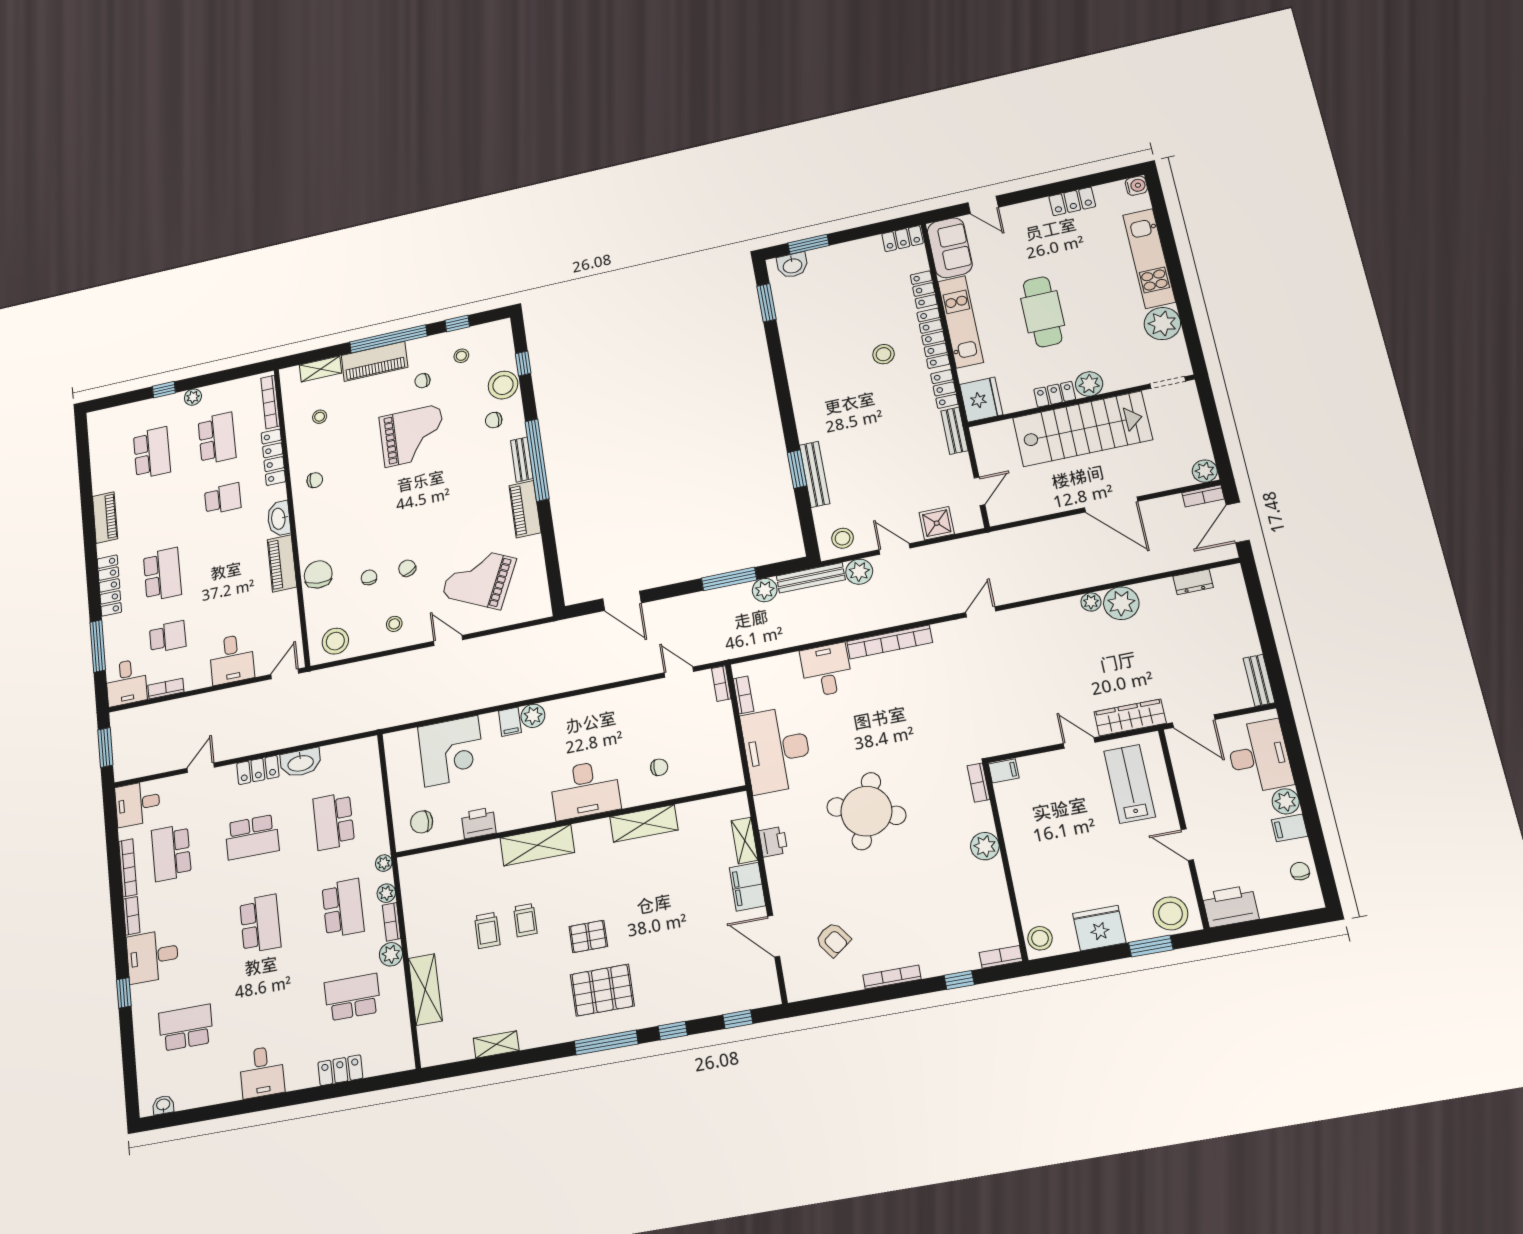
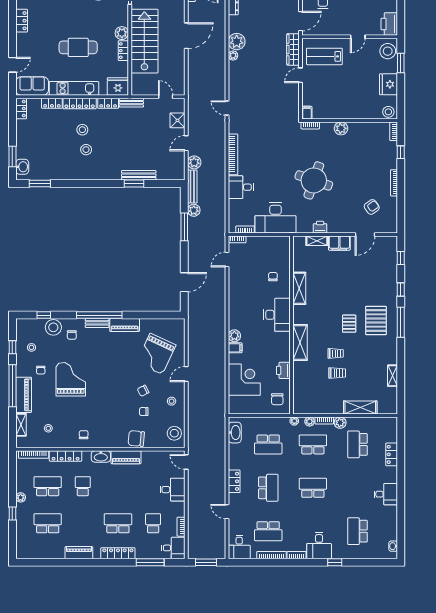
stool: (843, 538) -> (86, 150), moved
washbasin: (301, 763) -> (235, 433), moved

